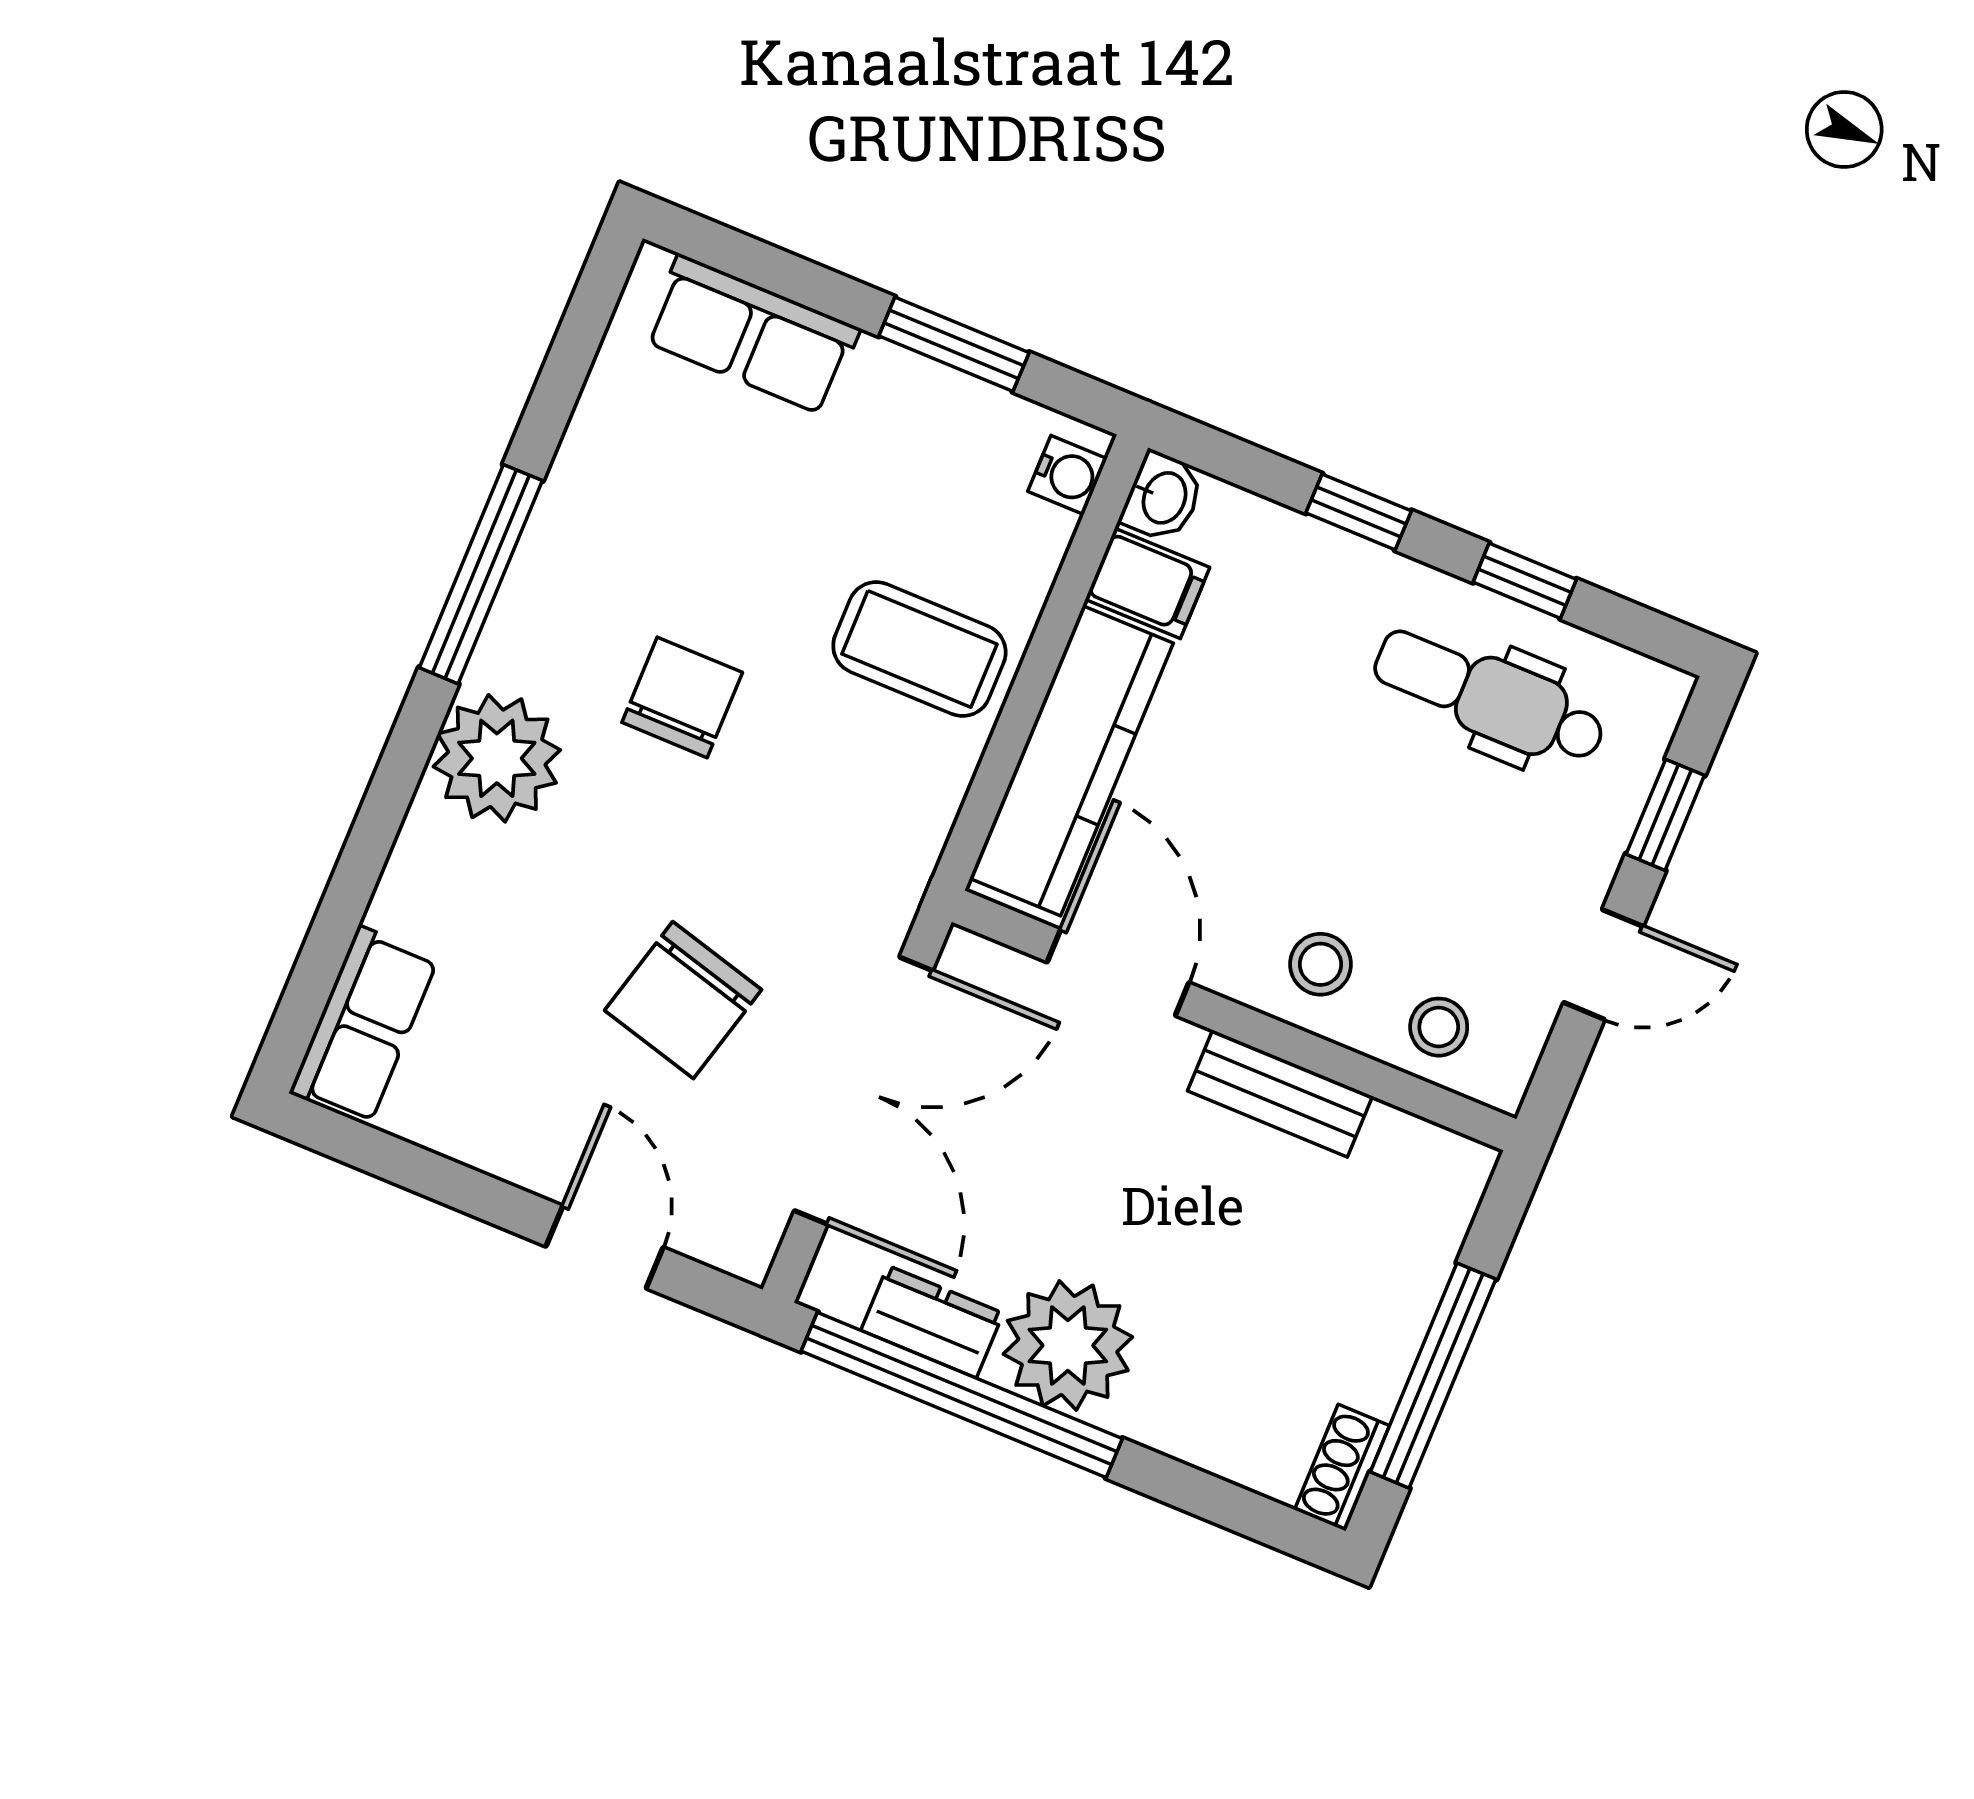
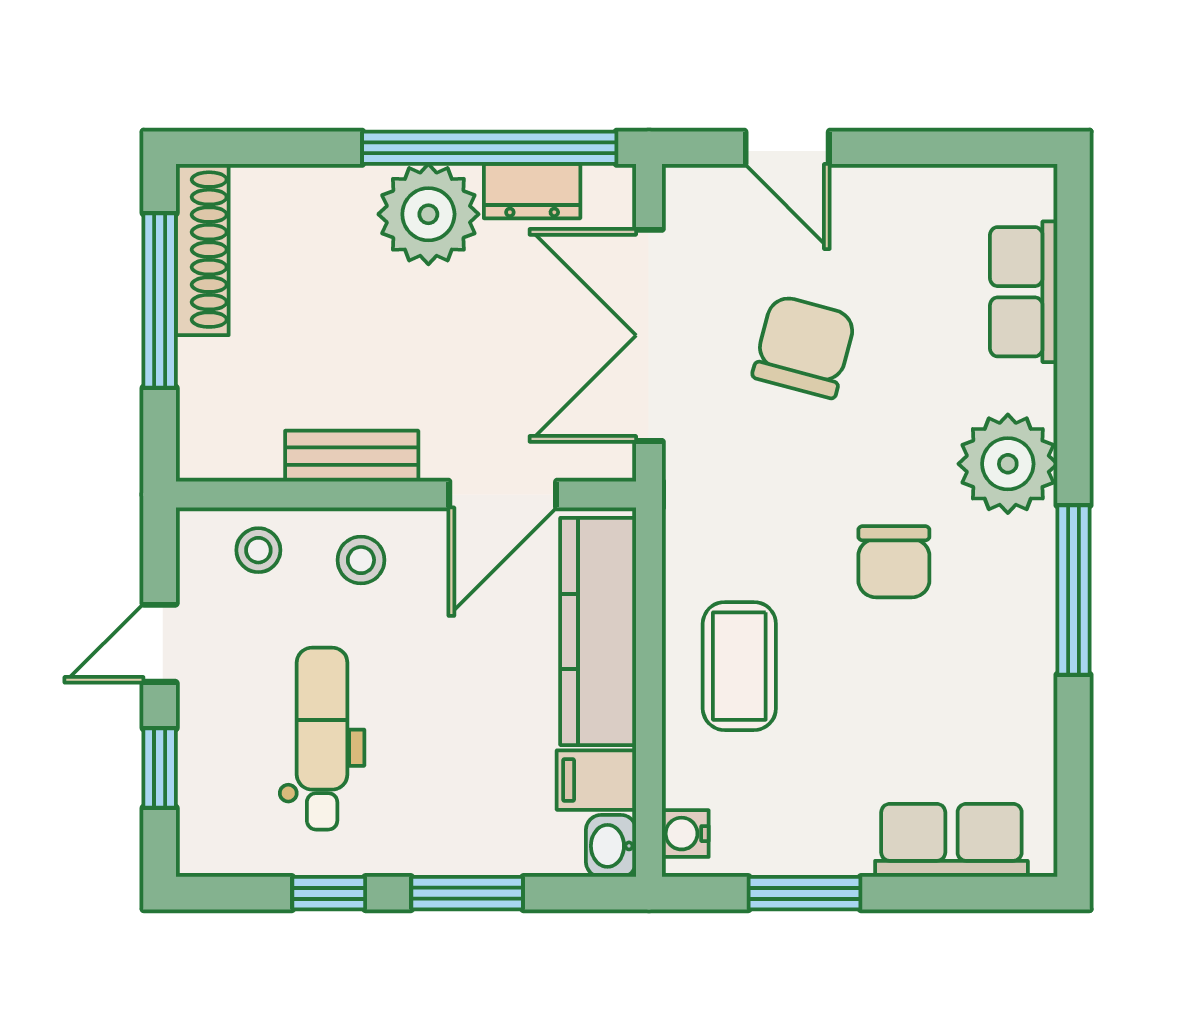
window: (1359, 512) -> (467, 893), width x1.50
coffee table: (919, 649) -> (739, 666), turned 90
dental chair: (1490, 697) -> (322, 739), moved, turned -90
door: (1118, 972) -> (503, 495), hinge flipped
row of seats: (364, 1026) -> (1024, 292), moved
shoe rack: (1342, 1468) -> (202, 250), width x1.94, depth x1.24

